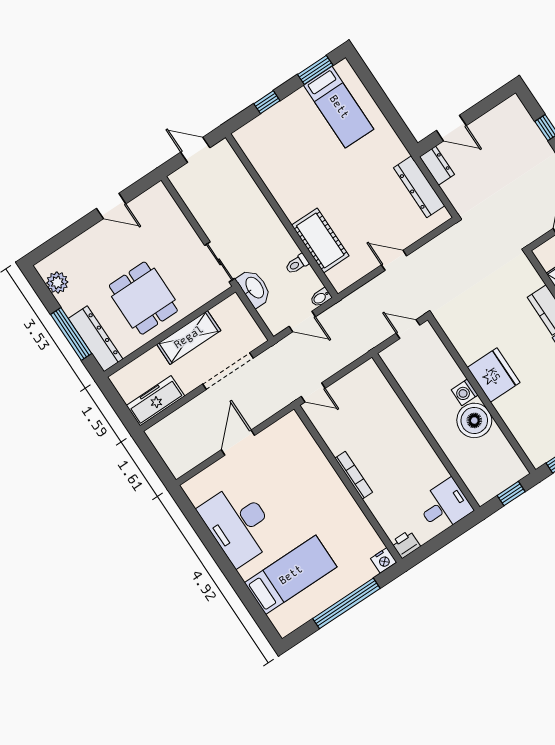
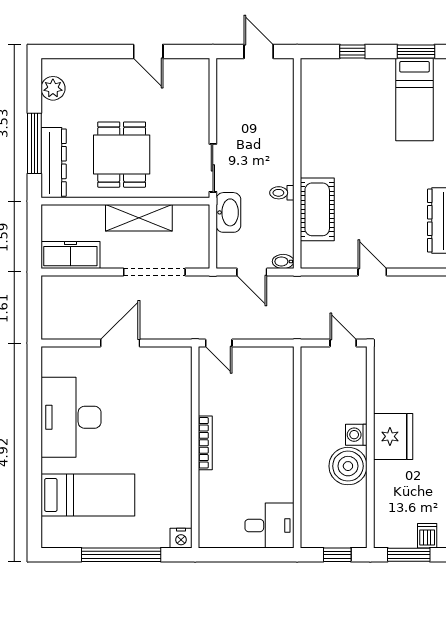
toilet: (297, 264) -> (282, 193), moved
printer: (406, 544) -> (211, 537), removed

